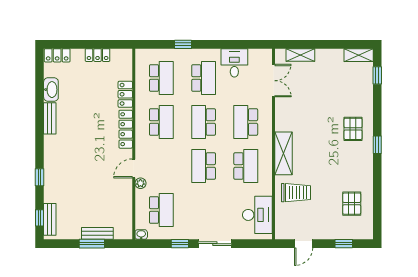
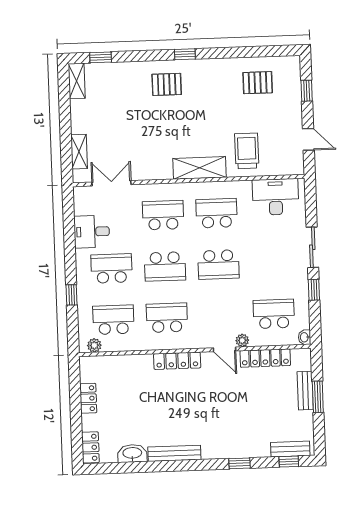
plant: (141, 62) -> (94, 345), added
locker: (125, 94) -> (265, 358), moved, width x1.53
bench: (50, 118) -> (174, 453), width x1.36
school desk: (246, 122) -> (163, 215), turned 180

